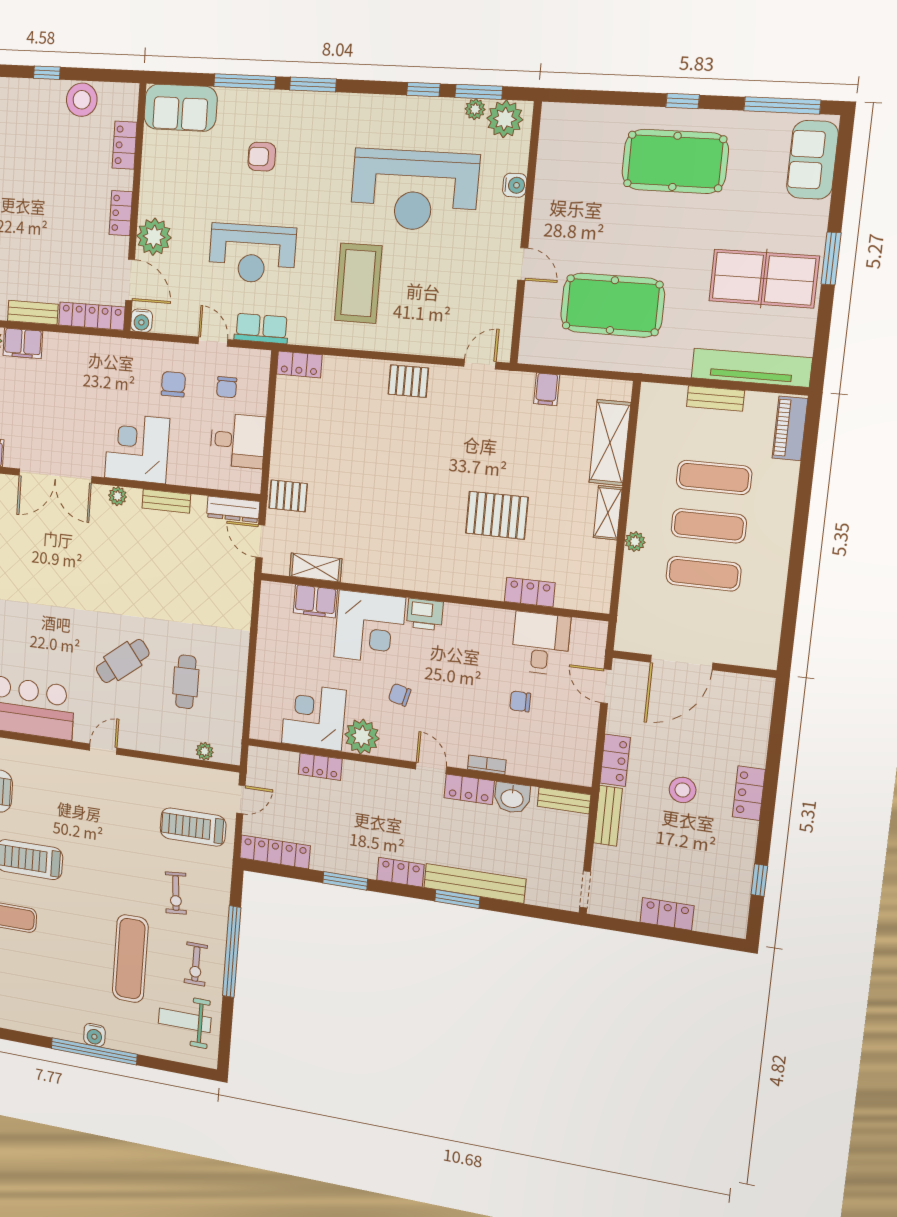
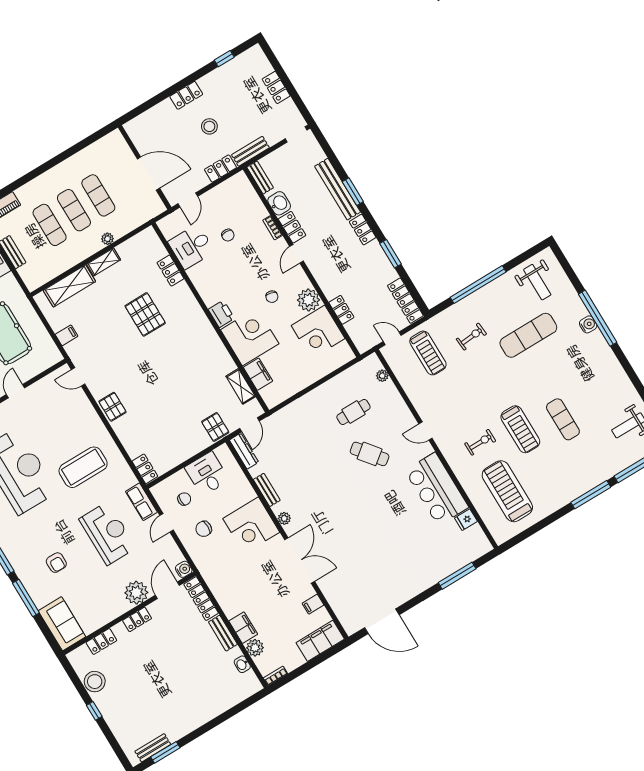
exercise bike: (196, 964) -> (480, 442), moved

